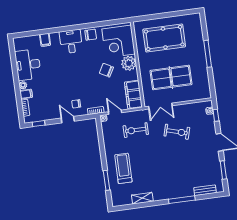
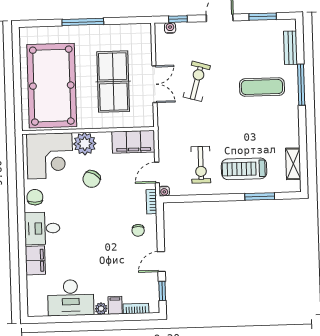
pool table: (164, 38) -> (52, 86), width x1.36, depth x1.32
filing cabinet: (45, 40) -> (35, 260), width x2.00
double door: (160, 106) -> (154, 84), moved
door: (68, 120) -> (161, 262), moved
exercise bike: (136, 130) -> (201, 165), moved
exercise mat: (178, 174) -> (262, 87), added
shelving: (142, 198) -> (293, 164), moved

